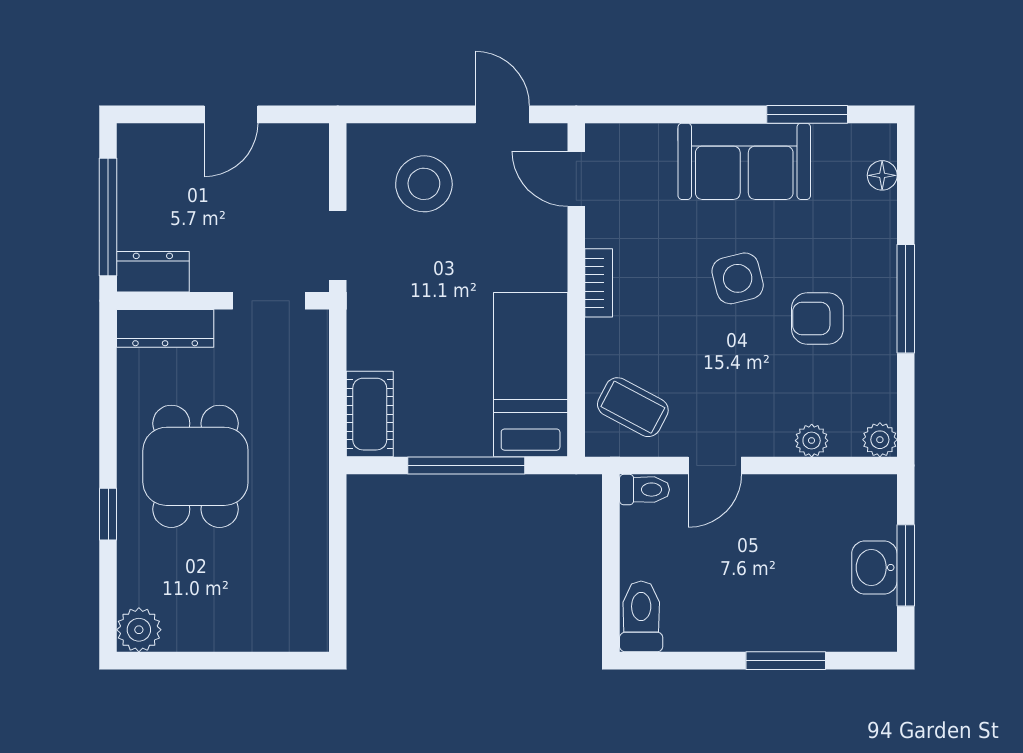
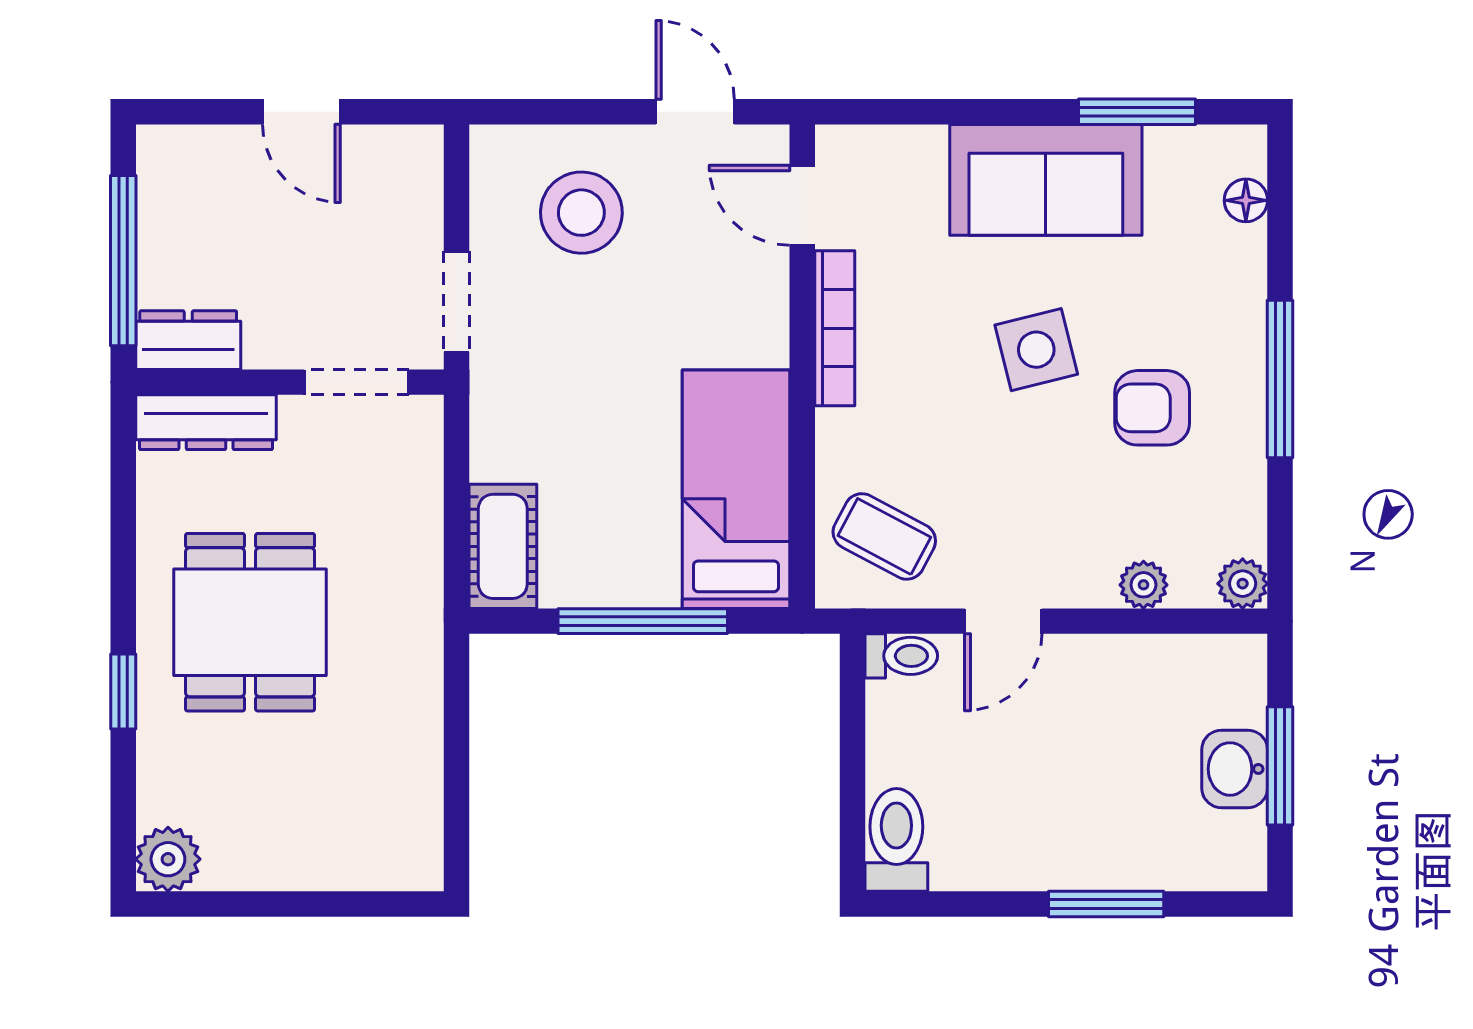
door: (231, 114) -> (301, 112), hinge flipped
bookcase: (599, 283) -> (835, 328), width x1.56

